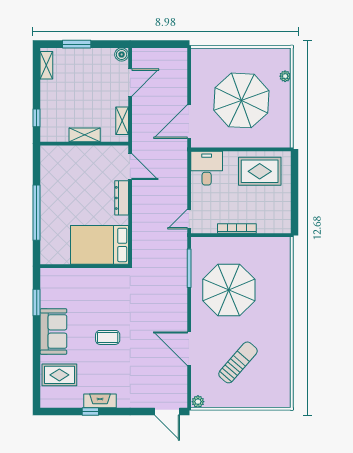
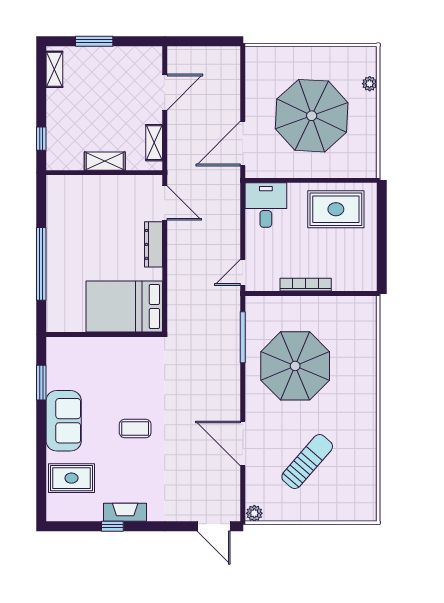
boiler: (122, 54) -> (154, 55), removed

